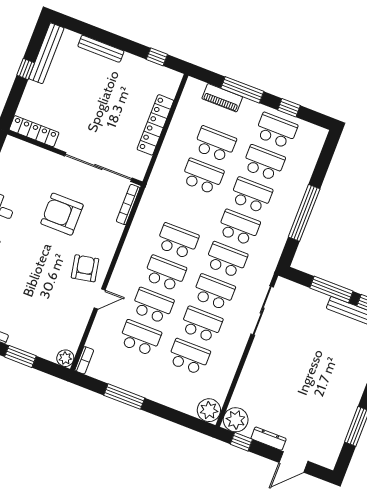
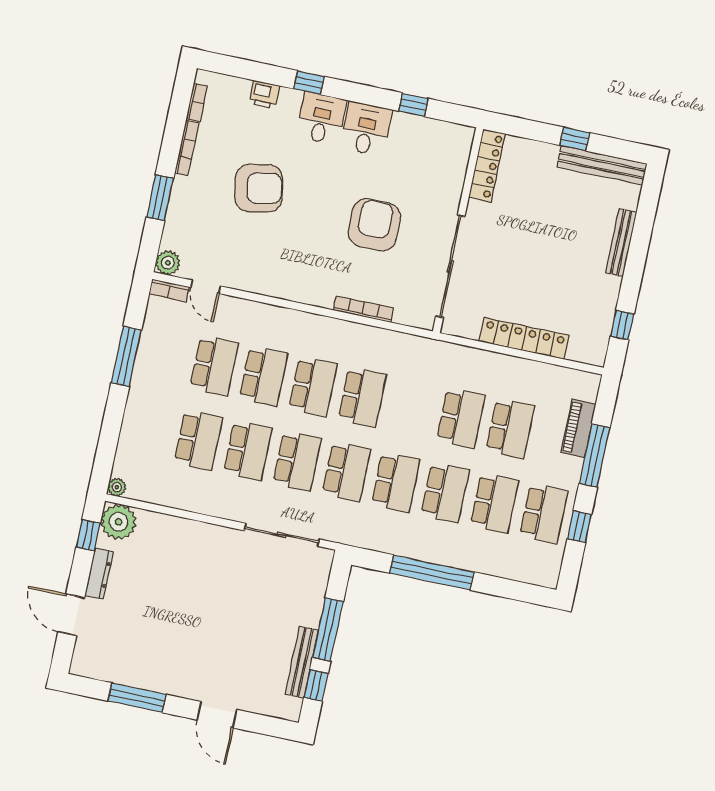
bookcase: (128, 205) -> (363, 309), moved
armchair: (85, 268) -> (259, 188), moved, width x1.36, depth x1.36
door: (100, 299) -> (206, 287), moved
plant: (209, 410) -> (117, 487), width x0.53, depth x0.53

